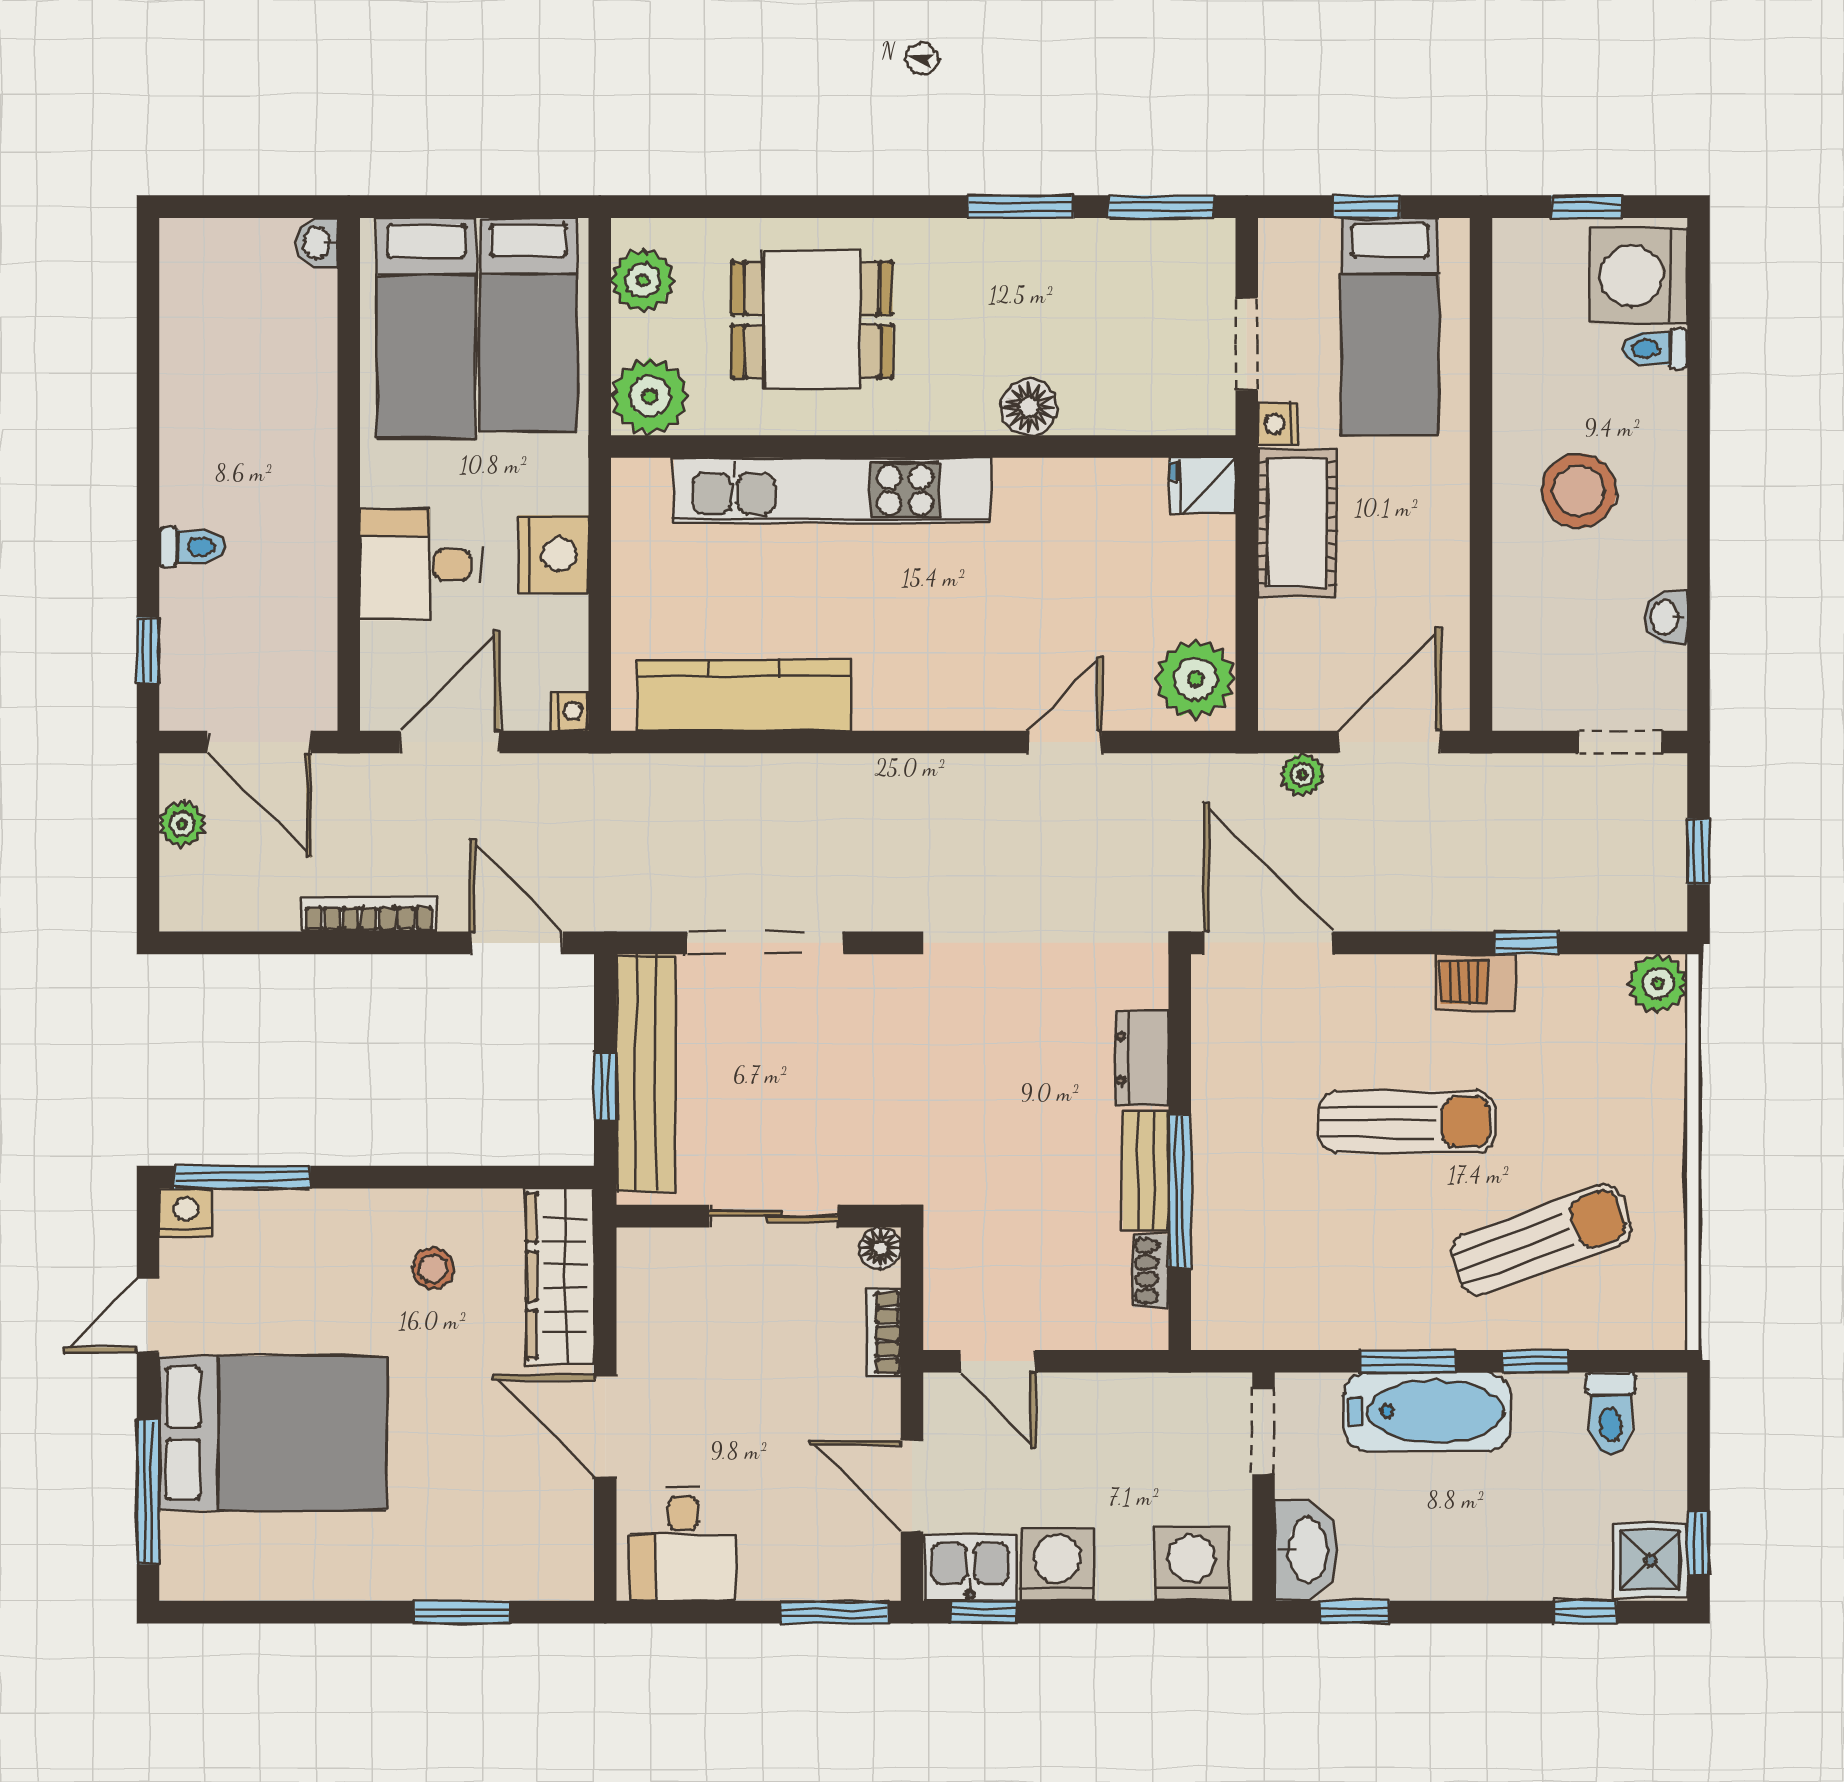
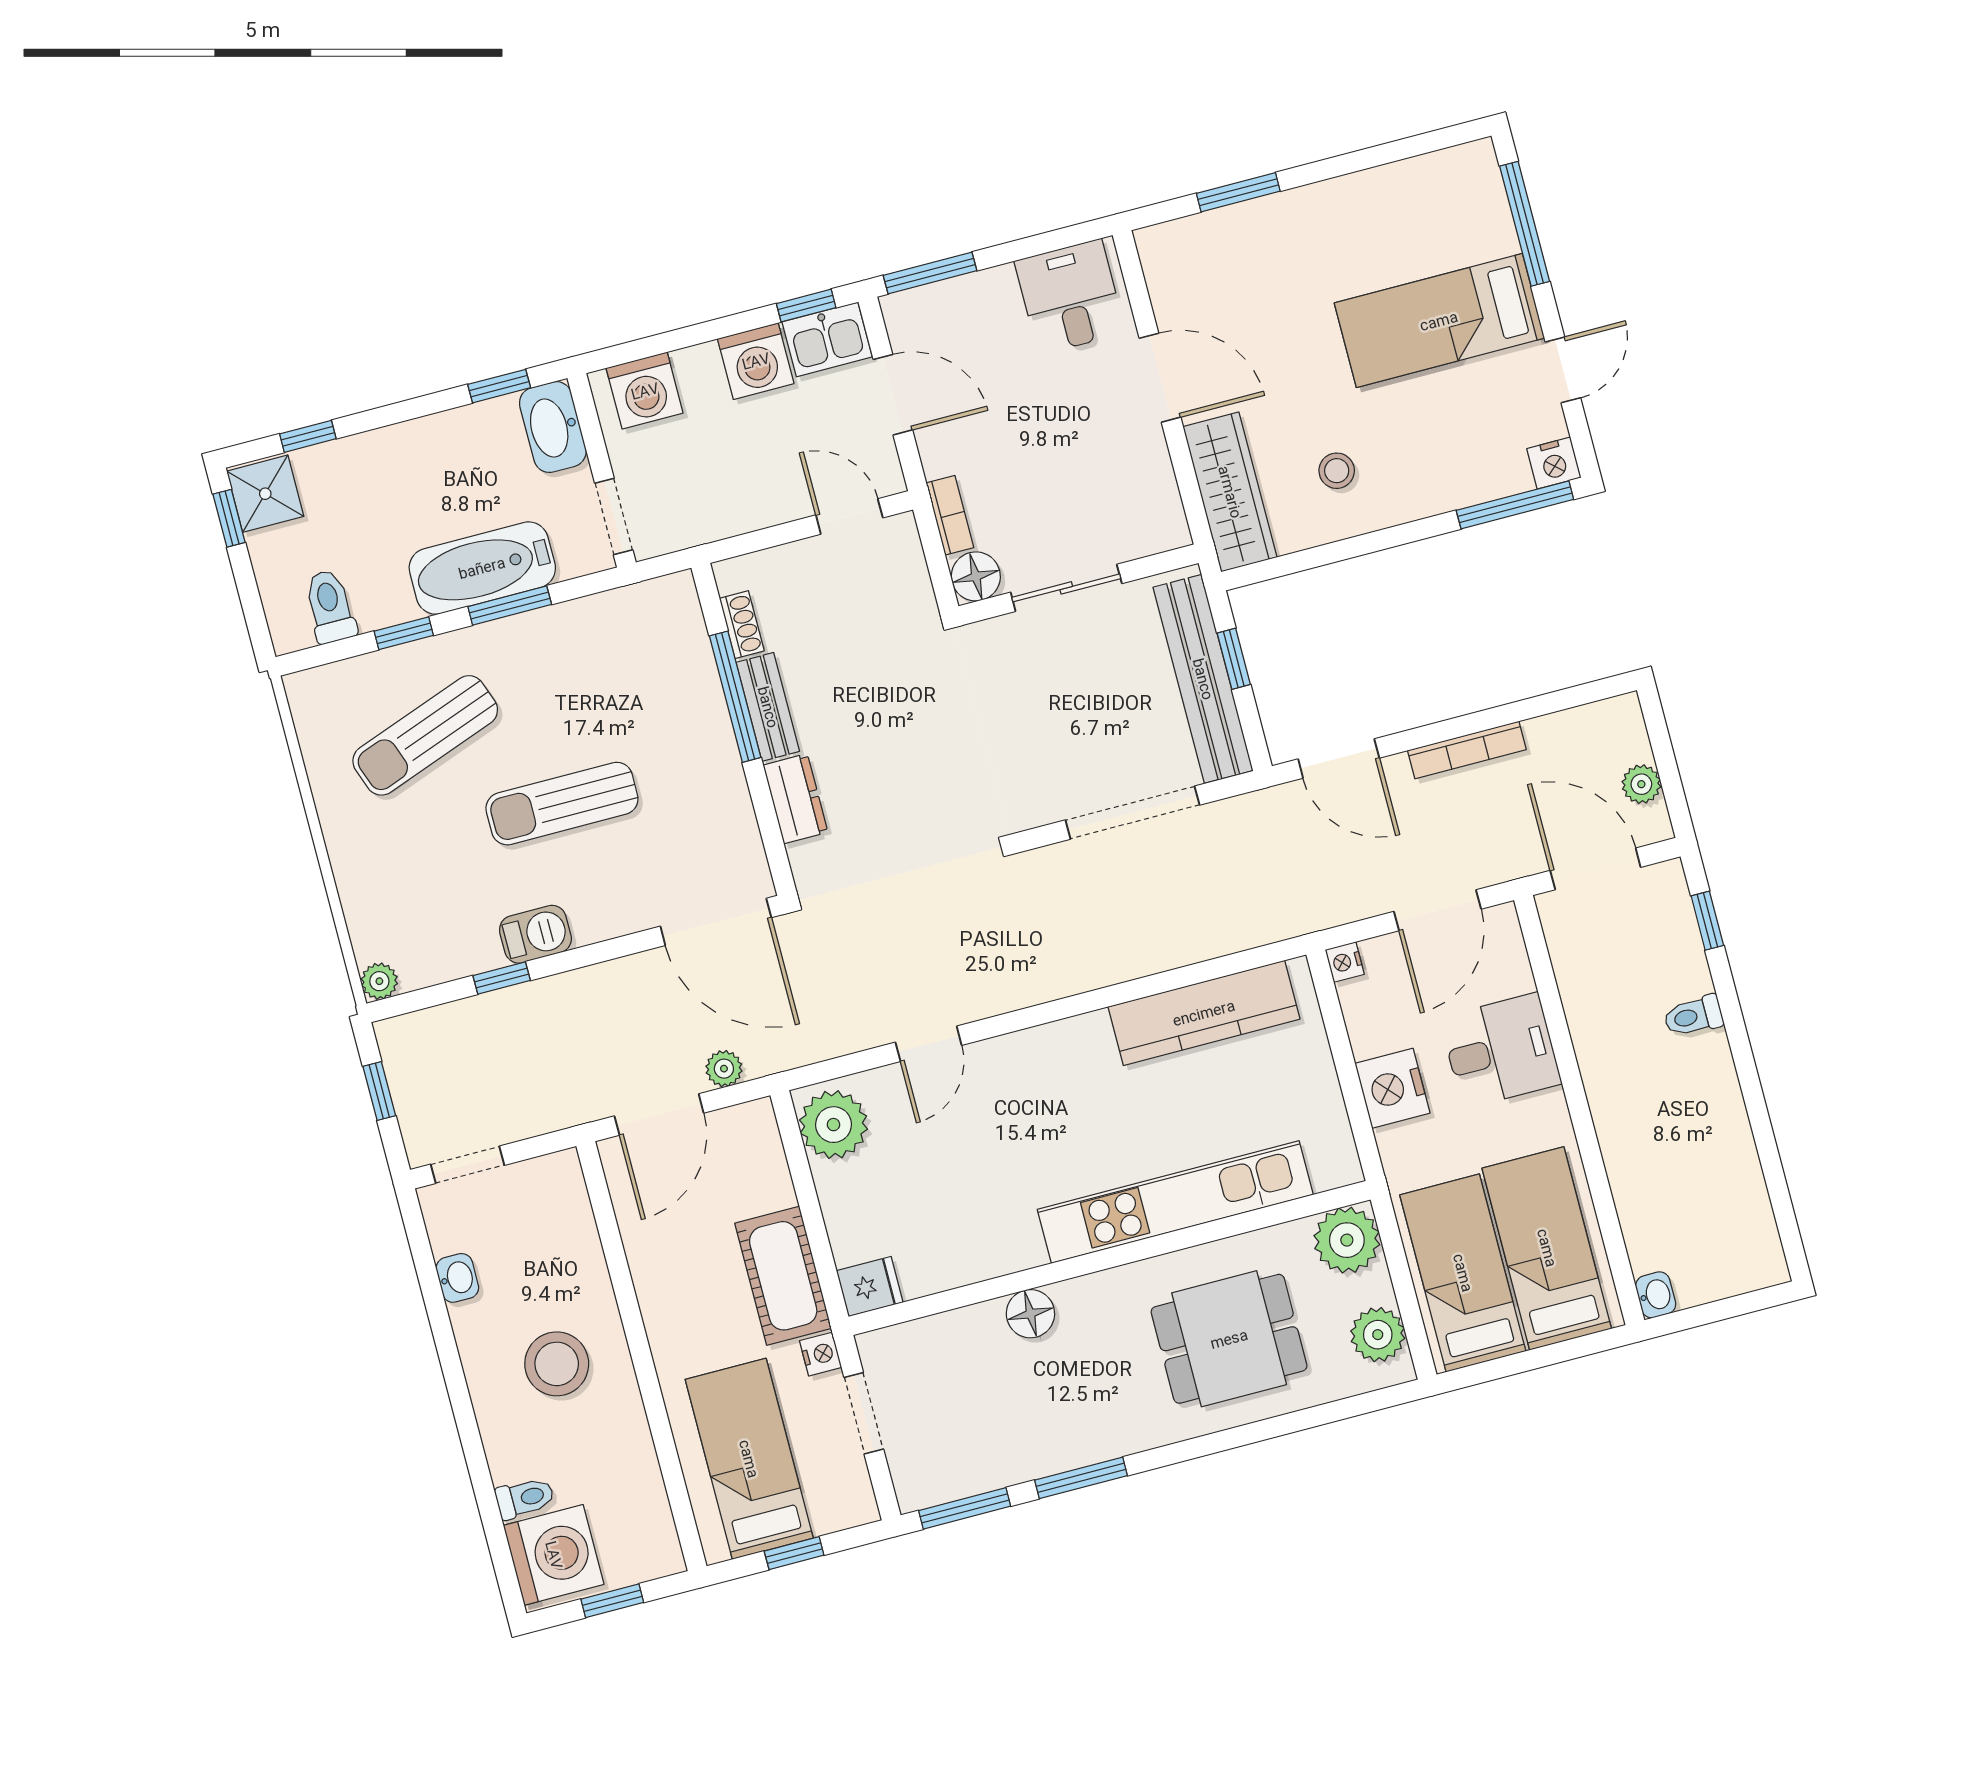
plant: (1658, 984) -> (379, 981), width x0.73, depth x0.73
floor lamp: (880, 1248) -> (976, 576), width x1.37, depth x1.37
bed: (273, 1433) -> (1439, 321), width x0.67

